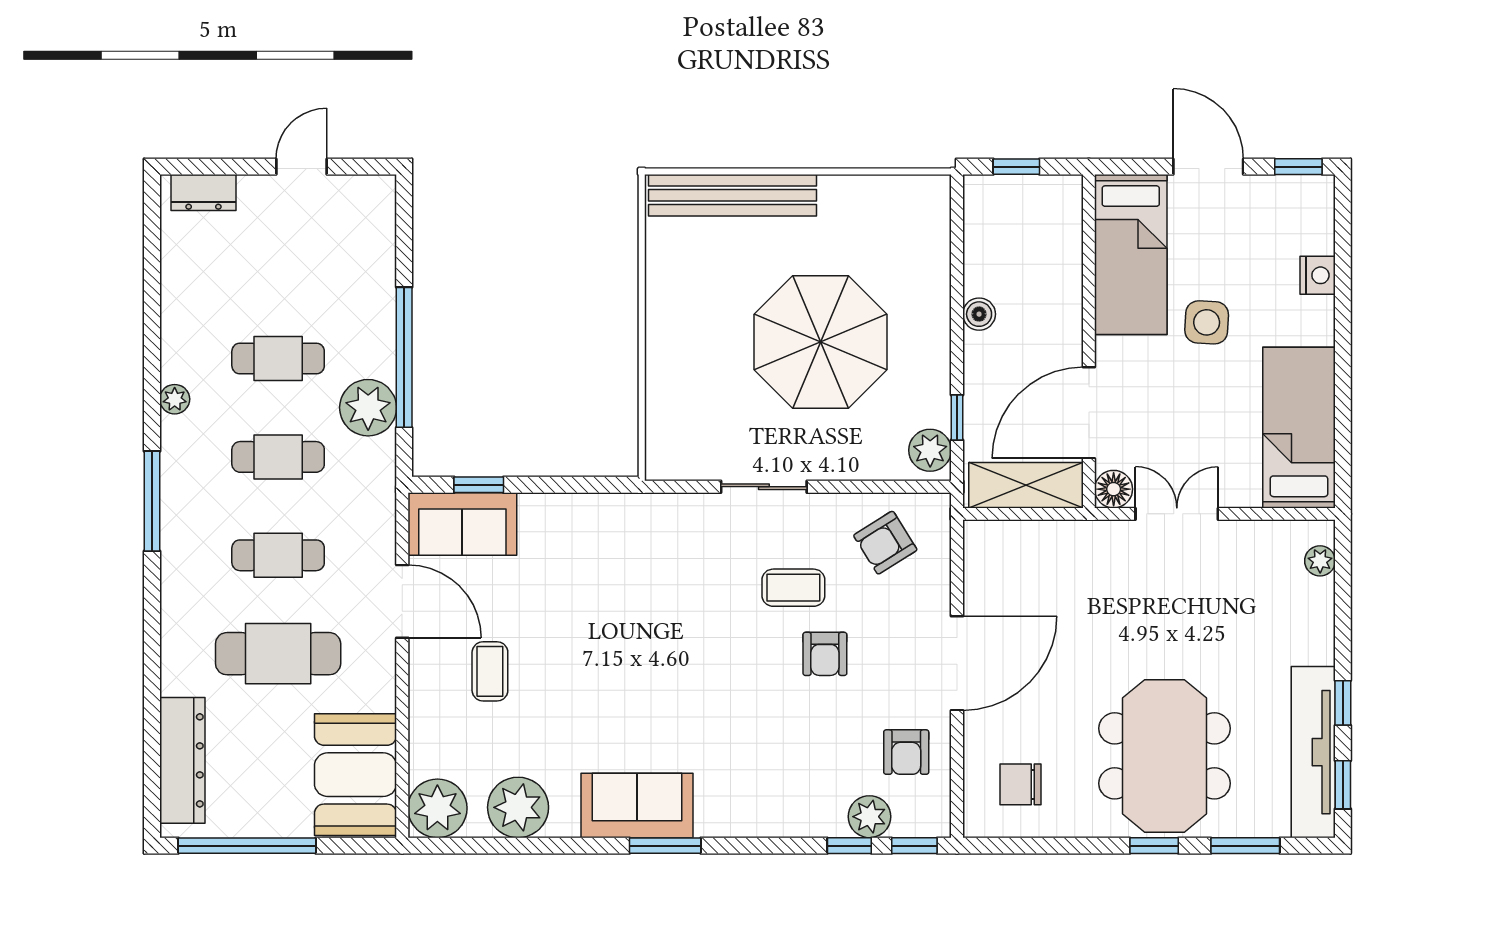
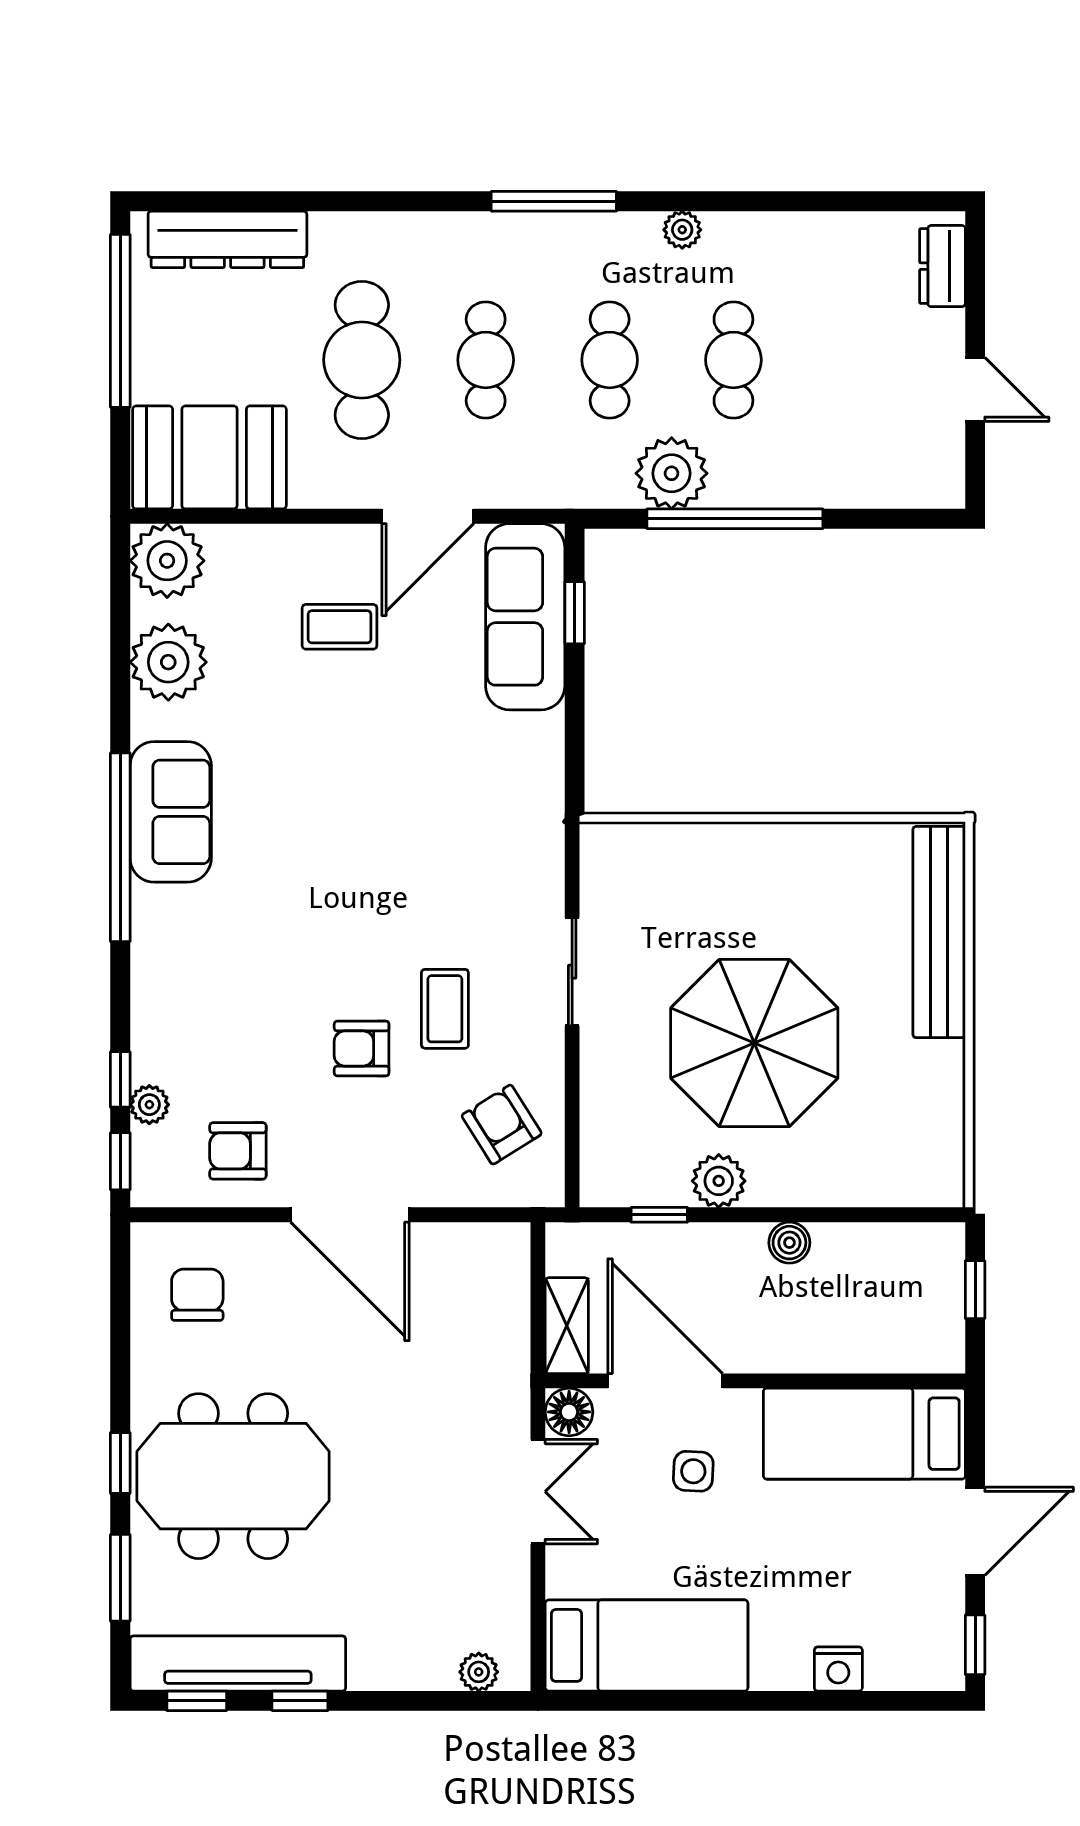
side table: (1207, 322) -> (693, 1471), moved, width x0.73, depth x0.73
plant: (930, 450) -> (719, 1181), moved
shelving: (1026, 485) -> (567, 1326), width x0.67, depth x0.75
sofa: (462, 524) -> (525, 617), width x1.36
plant: (869, 817) -> (149, 1105), width x0.73, depth x0.73
window: (665, 846) -> (120, 847), width x2.11

